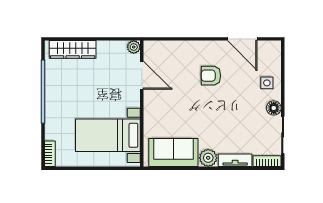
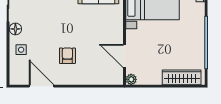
armchair: (211, 76) -> (67, 56), turned -90

